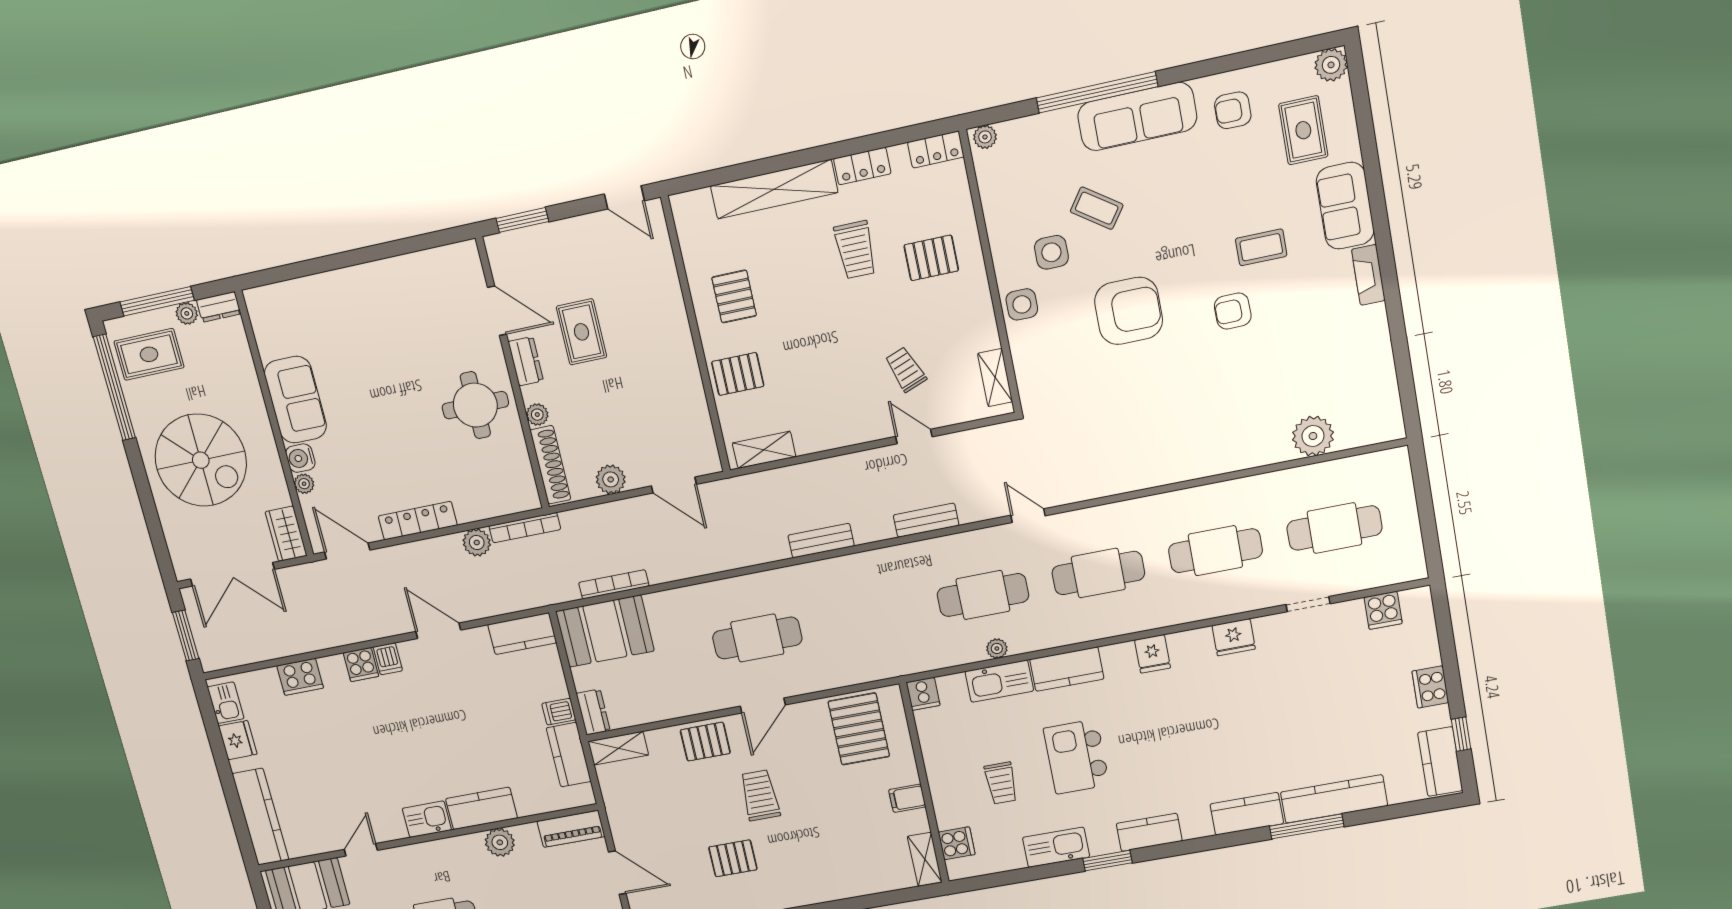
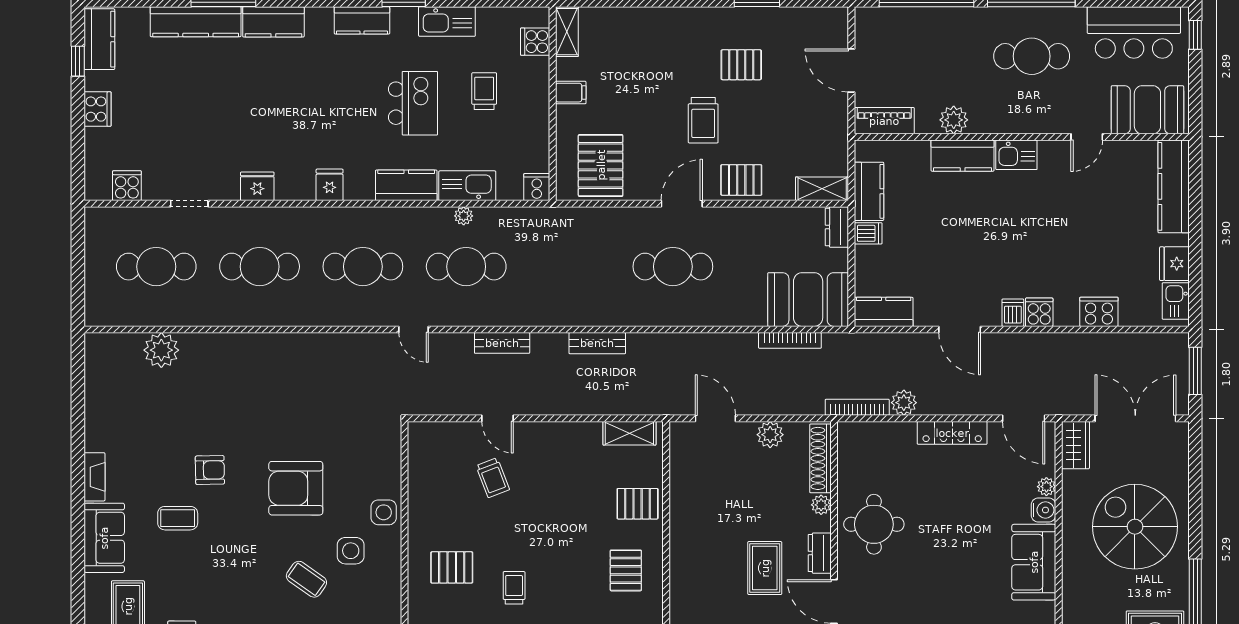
trolley: (855, 250) -> (514, 588), width x0.73, depth x0.72
shelving: (995, 378) -> (418, 455), removed

